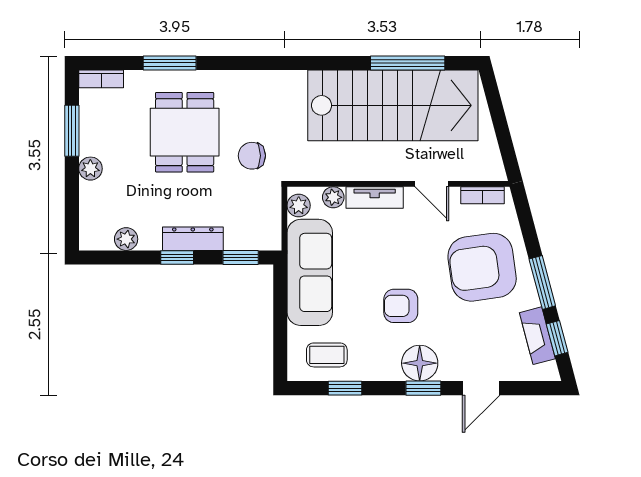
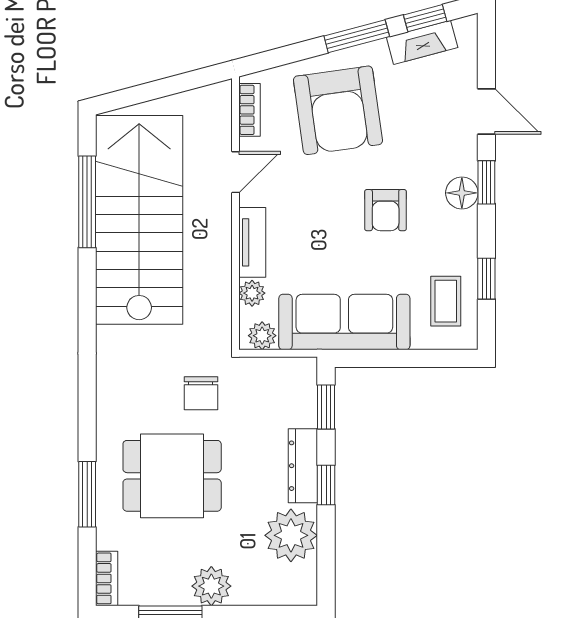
plant: (90, 169) -> (211, 586), width x1.38, depth x1.38
plant: (126, 239) -> (291, 535), width x1.88, depth x1.88
floor lamp: (420, 363) -> (462, 193), width x0.73, depth x0.73

